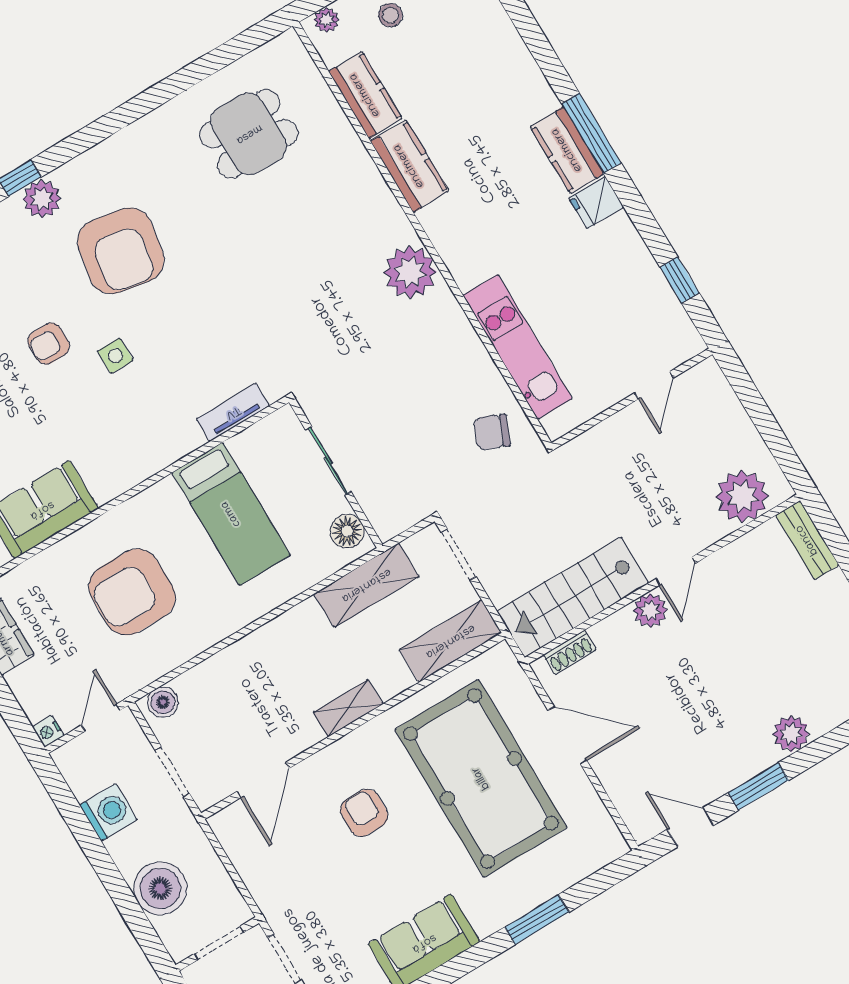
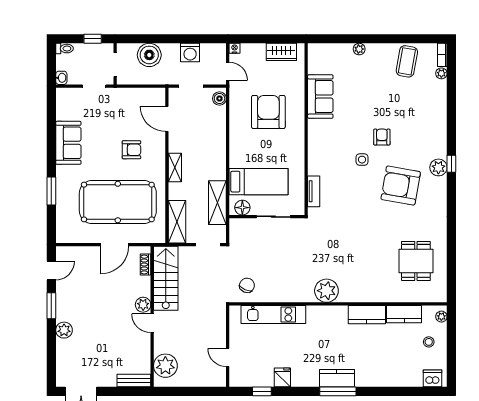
fridge: (596, 203) -> (282, 377), moved
bed: (231, 514) -> (258, 182), moved, turned 180

